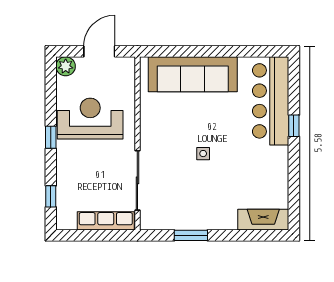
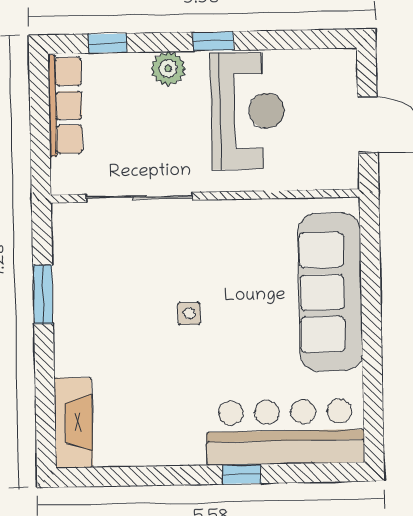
plant: (66, 66) -> (168, 69), moved
row of seats: (106, 221) -> (65, 105), moved

